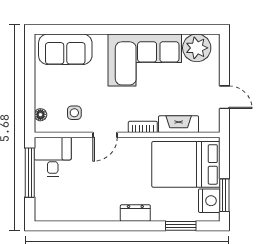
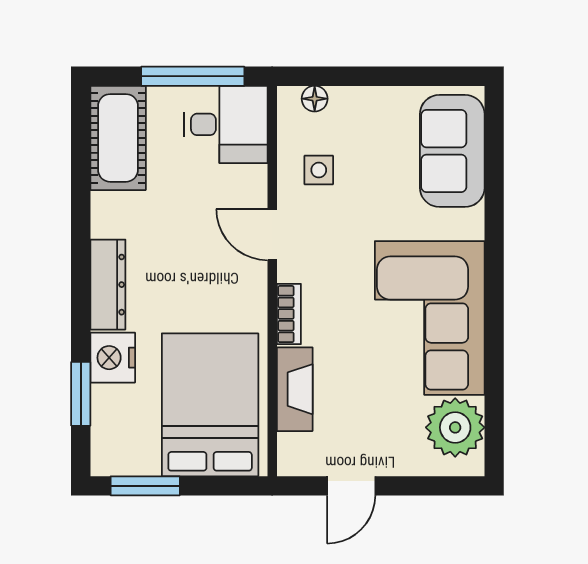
nightstand: (209, 201) -> (113, 358), moved, turned 90
cot: (59, 208) -> (118, 138), added
dresser: (135, 213) -> (108, 285), width x1.44

